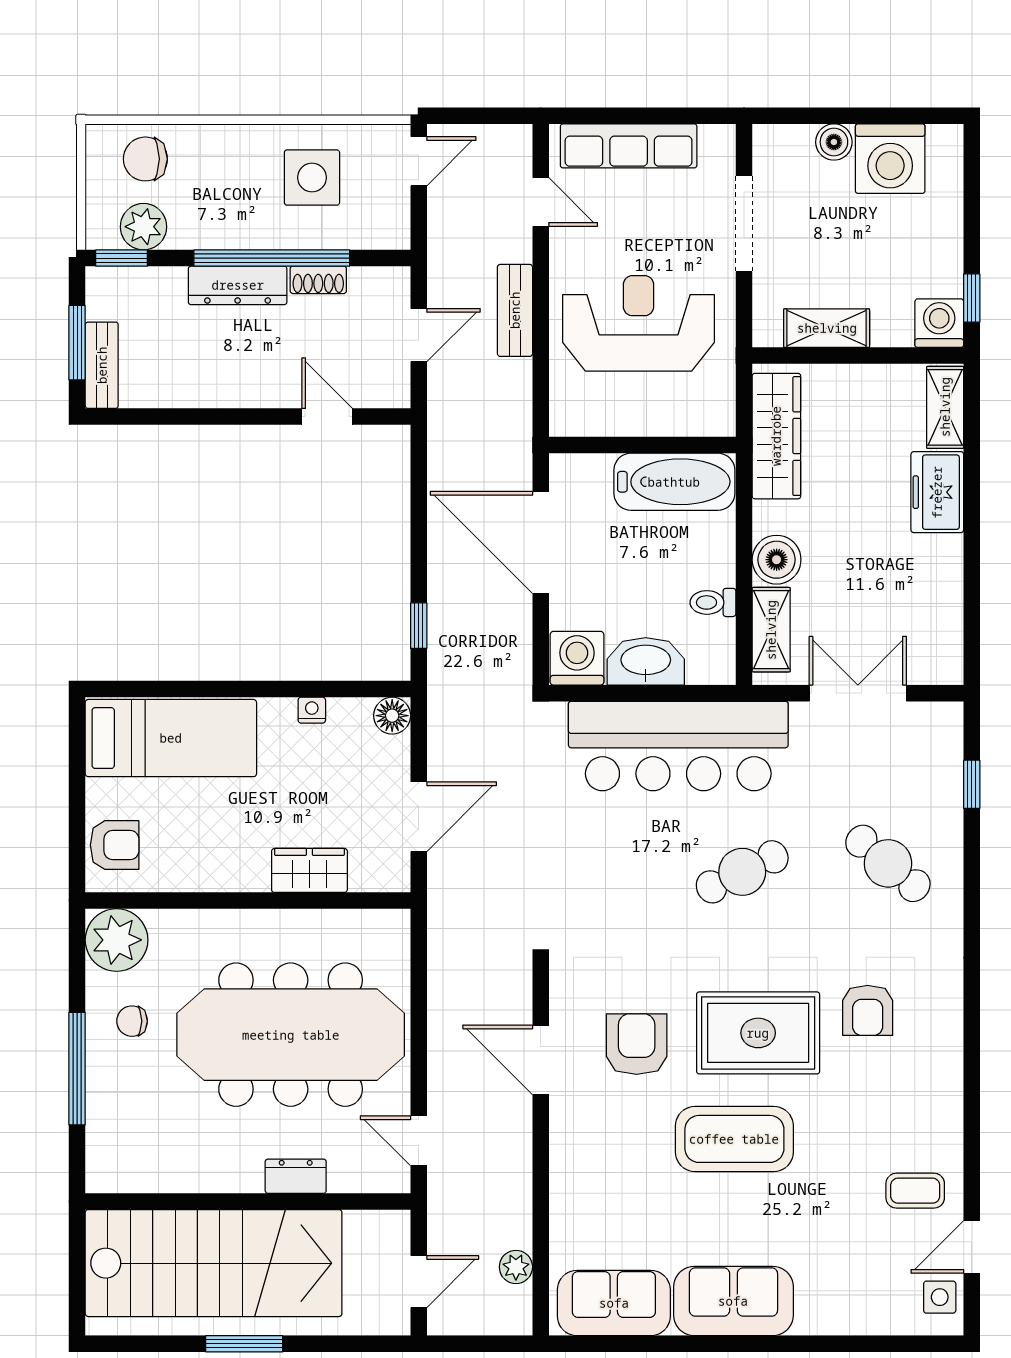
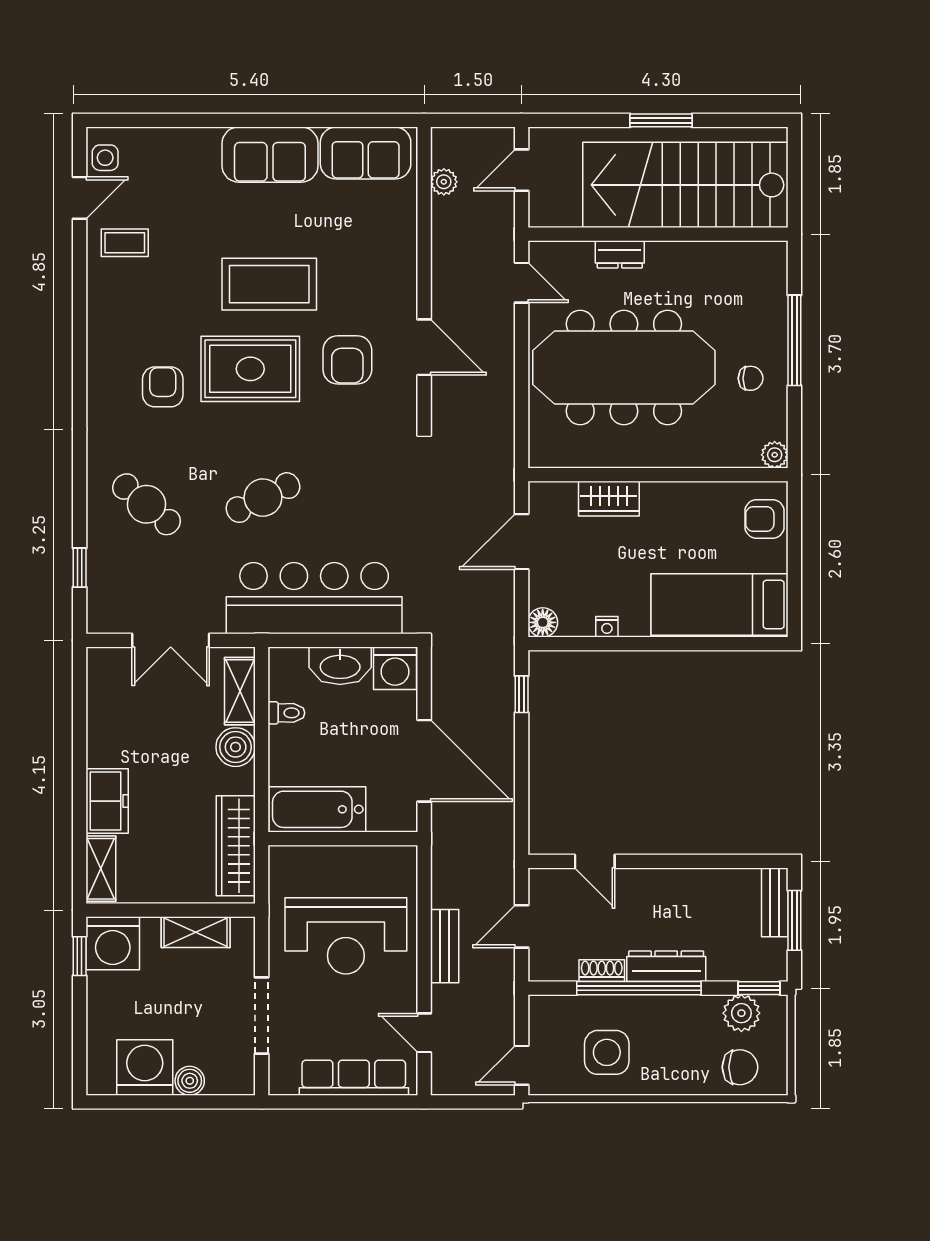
washing machine: (939, 323) -> (113, 943), width x1.37, depth x1.37
plant: (117, 940) -> (775, 455), width x0.53, depth x0.53

